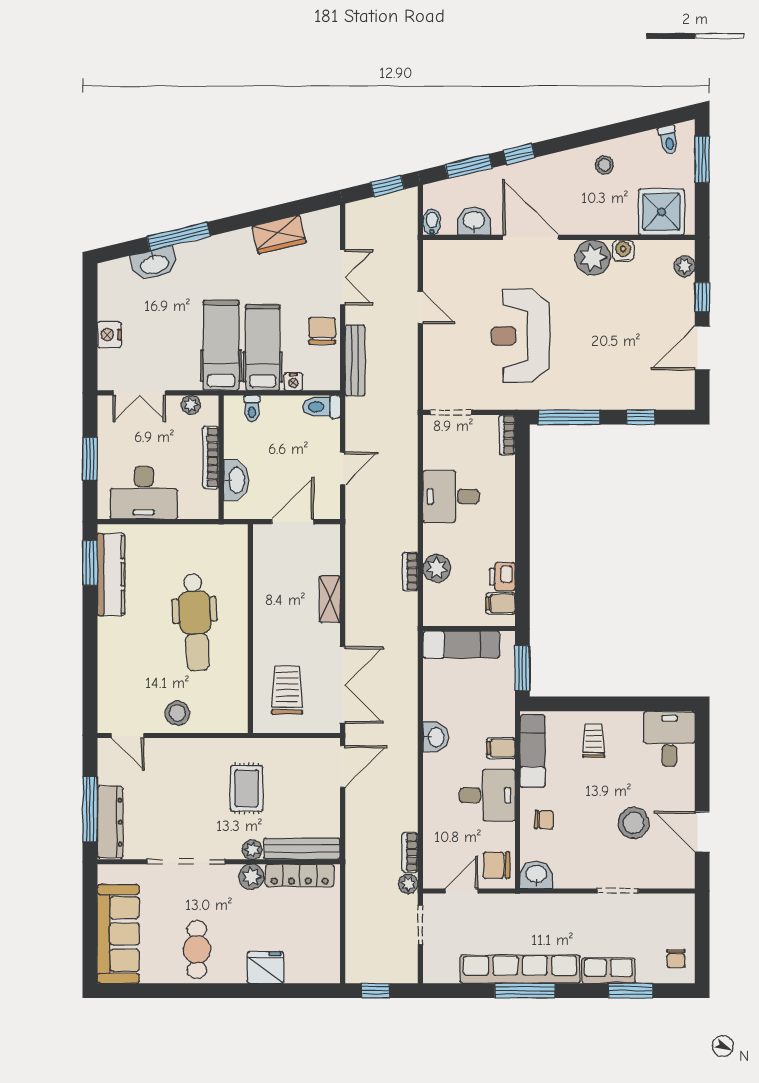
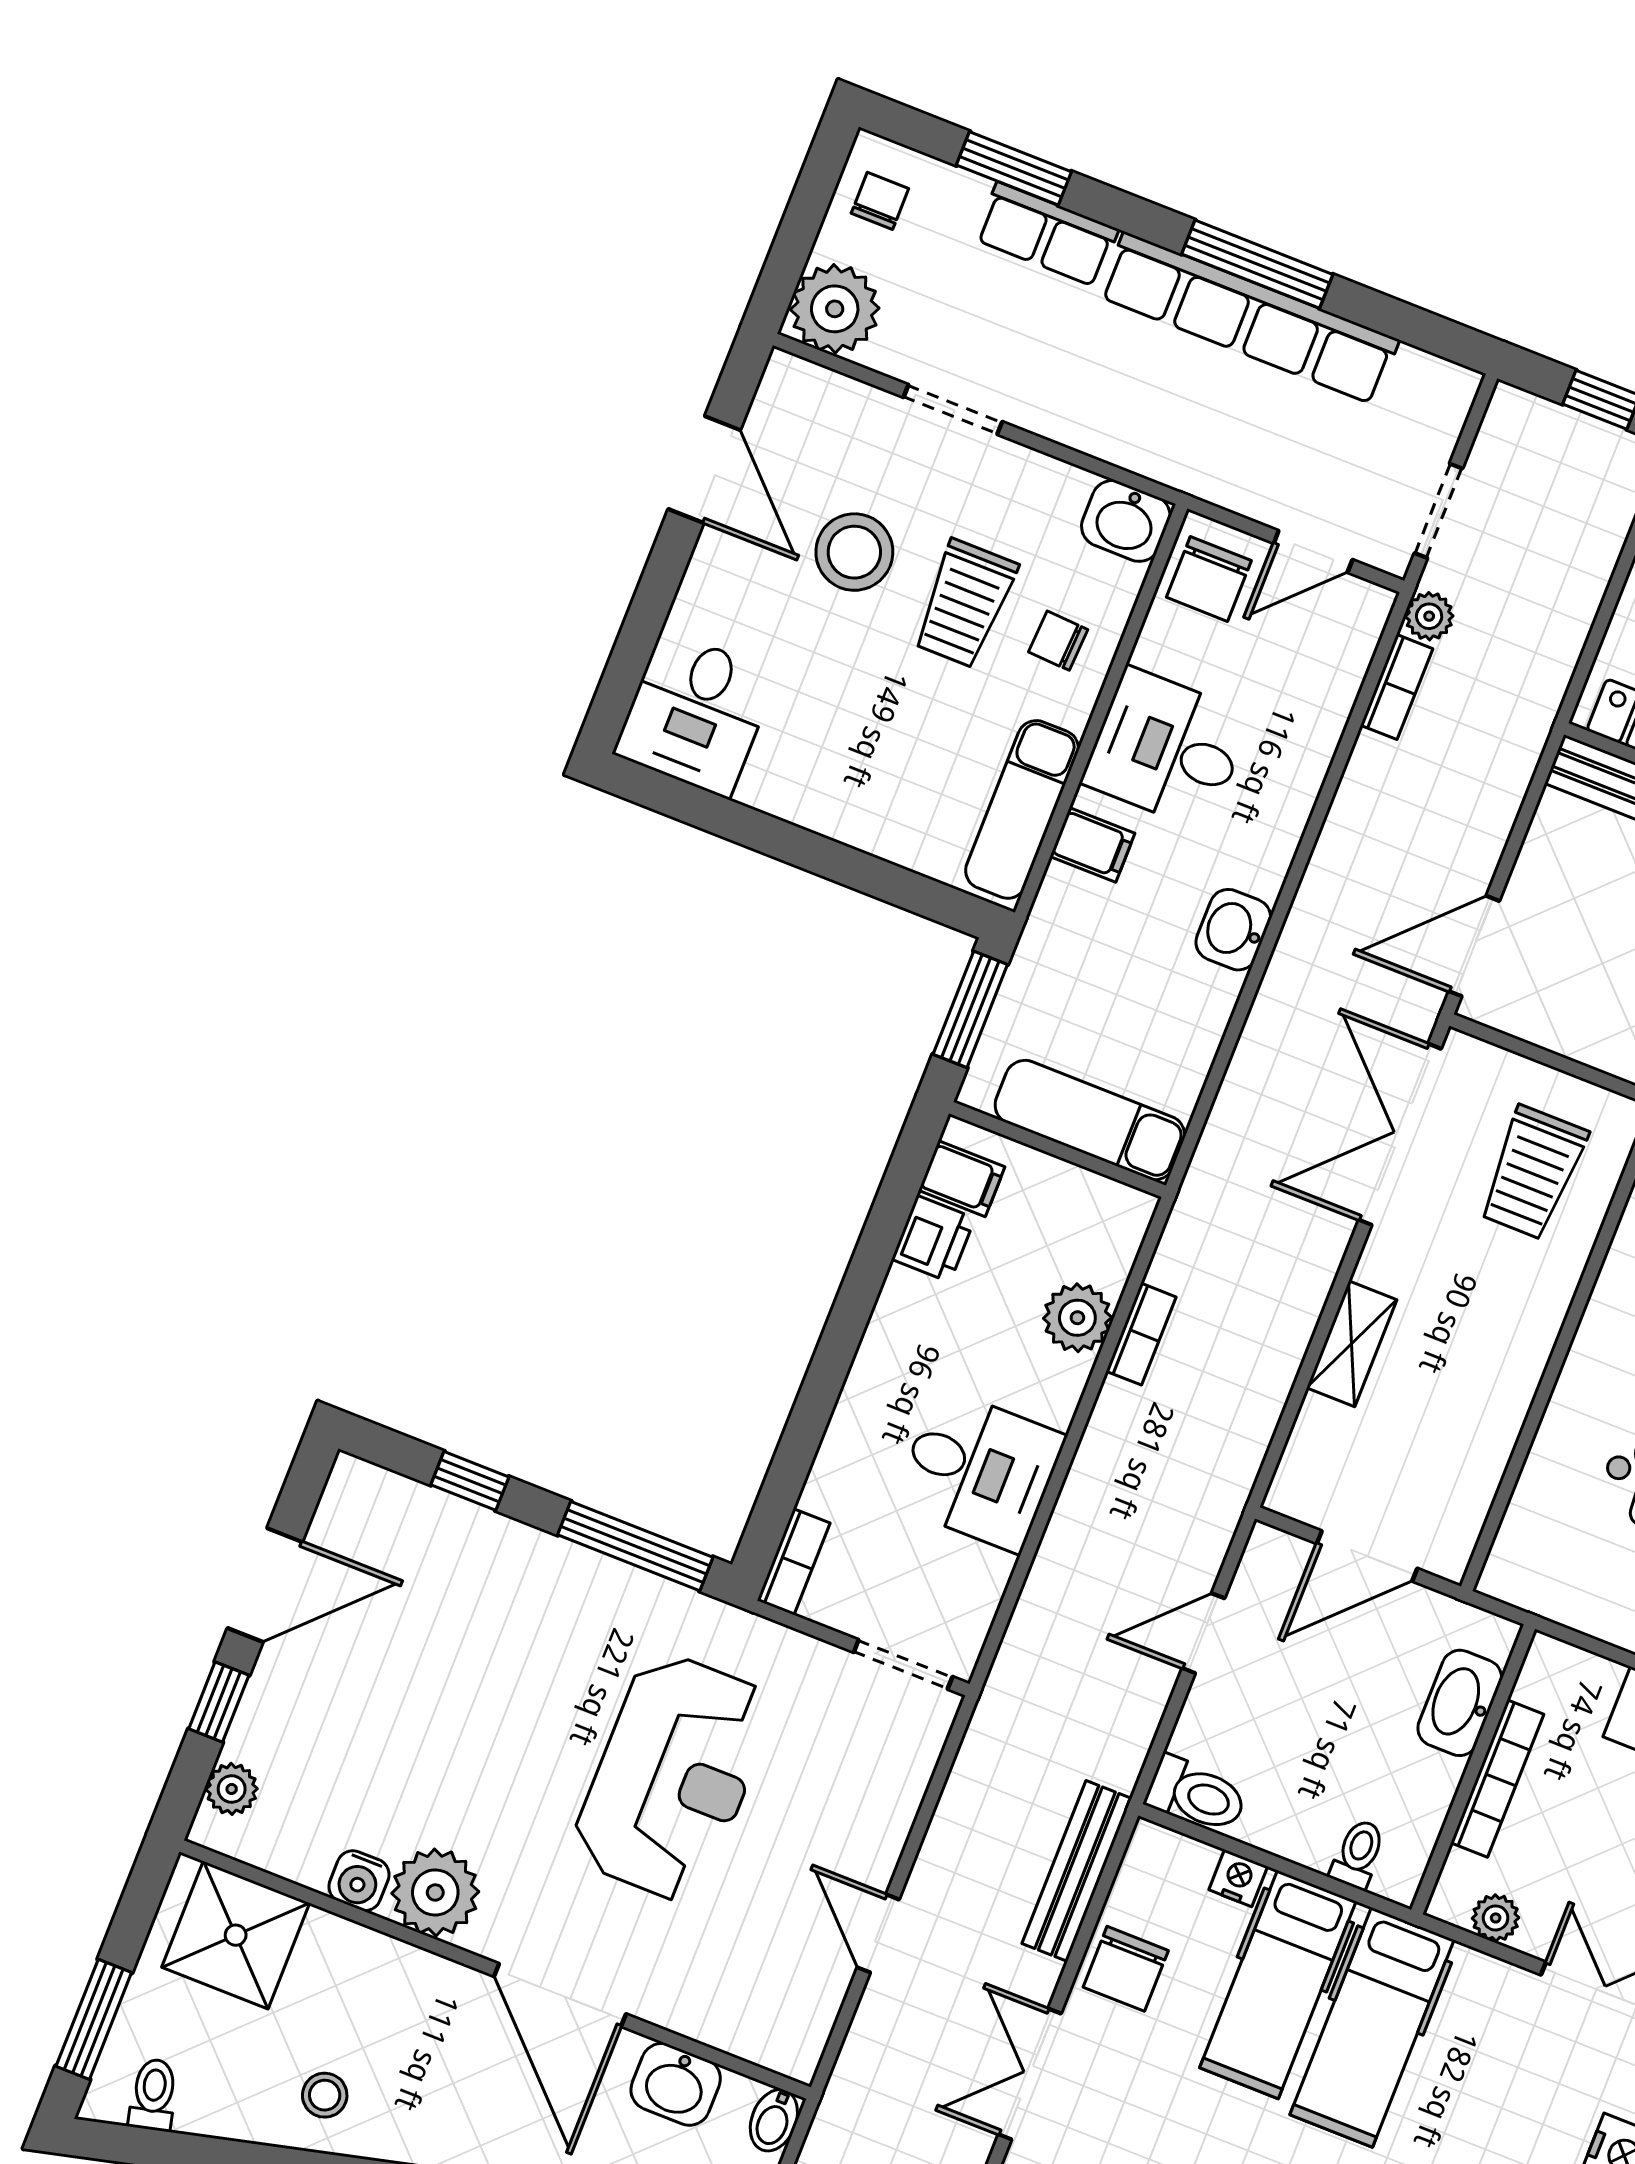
trolley: (594, 741) -> (965, 604), moved, width x1.36, depth x1.39
chair: (497, 865) -> (1209, 579), turned 90
plant: (677, 911) -> (835, 309), added

